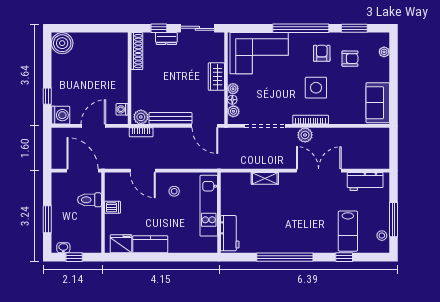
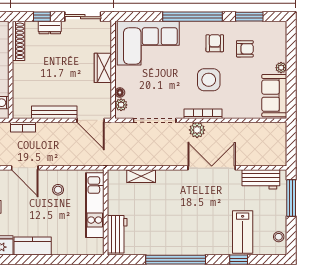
plant: (384, 52) -> (281, 68), moved
plant: (233, 89) -> (121, 81), removed
plant: (141, 117) -> (23, 111), removed
shelving: (265, 178) -> (141, 176), moved
window: (394, 220) -> (291, 198), moved

